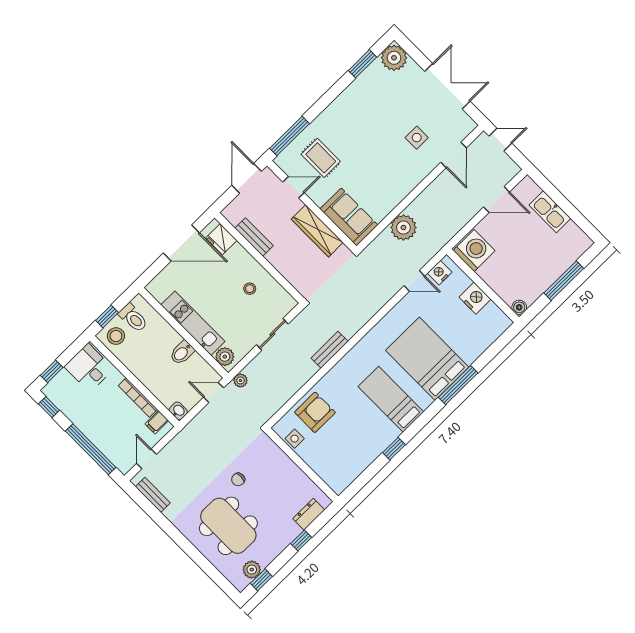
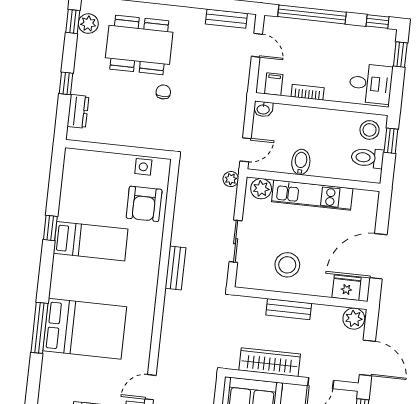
plant: (234, 214) -> (354, 319), added
bench: (254, 237) -> (289, 309), moved
stool: (250, 289) -> (287, 265), width x1.89, depth x1.89
bookcase: (138, 397) -> (308, 92), width x0.64
bed: (391, 399) -> (91, 241), moved

